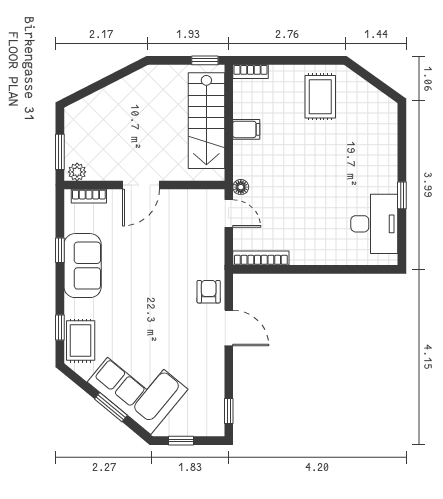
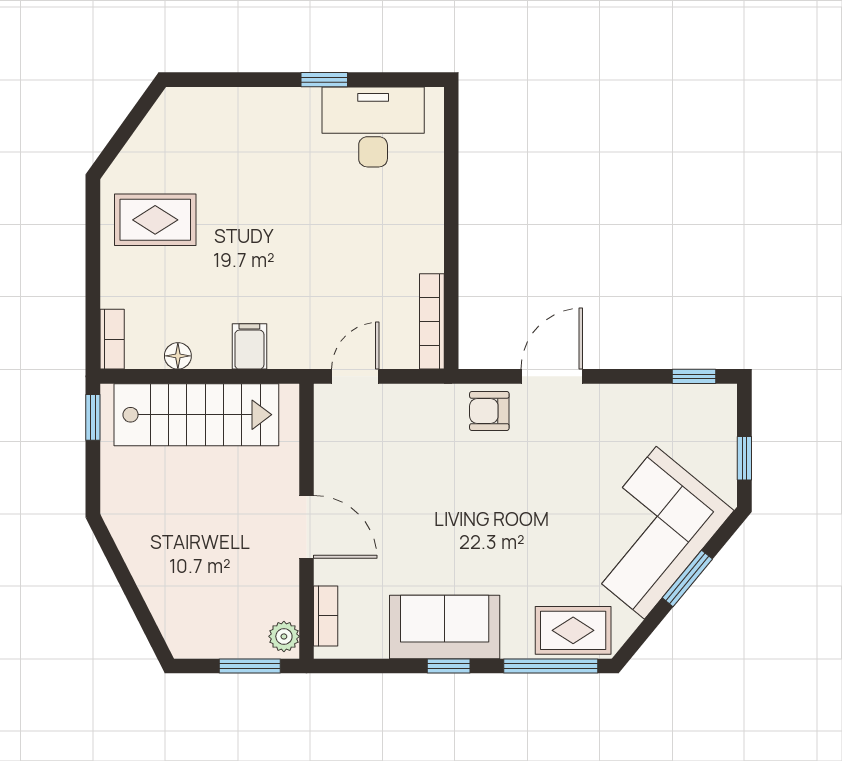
filing cabinet: (246, 129) -> (249, 346), moved
floor lamp: (241, 187) -> (178, 356), moved
window: (60, 250) -> (449, 666), moved
window: (60, 327) -> (551, 666), width x2.17

